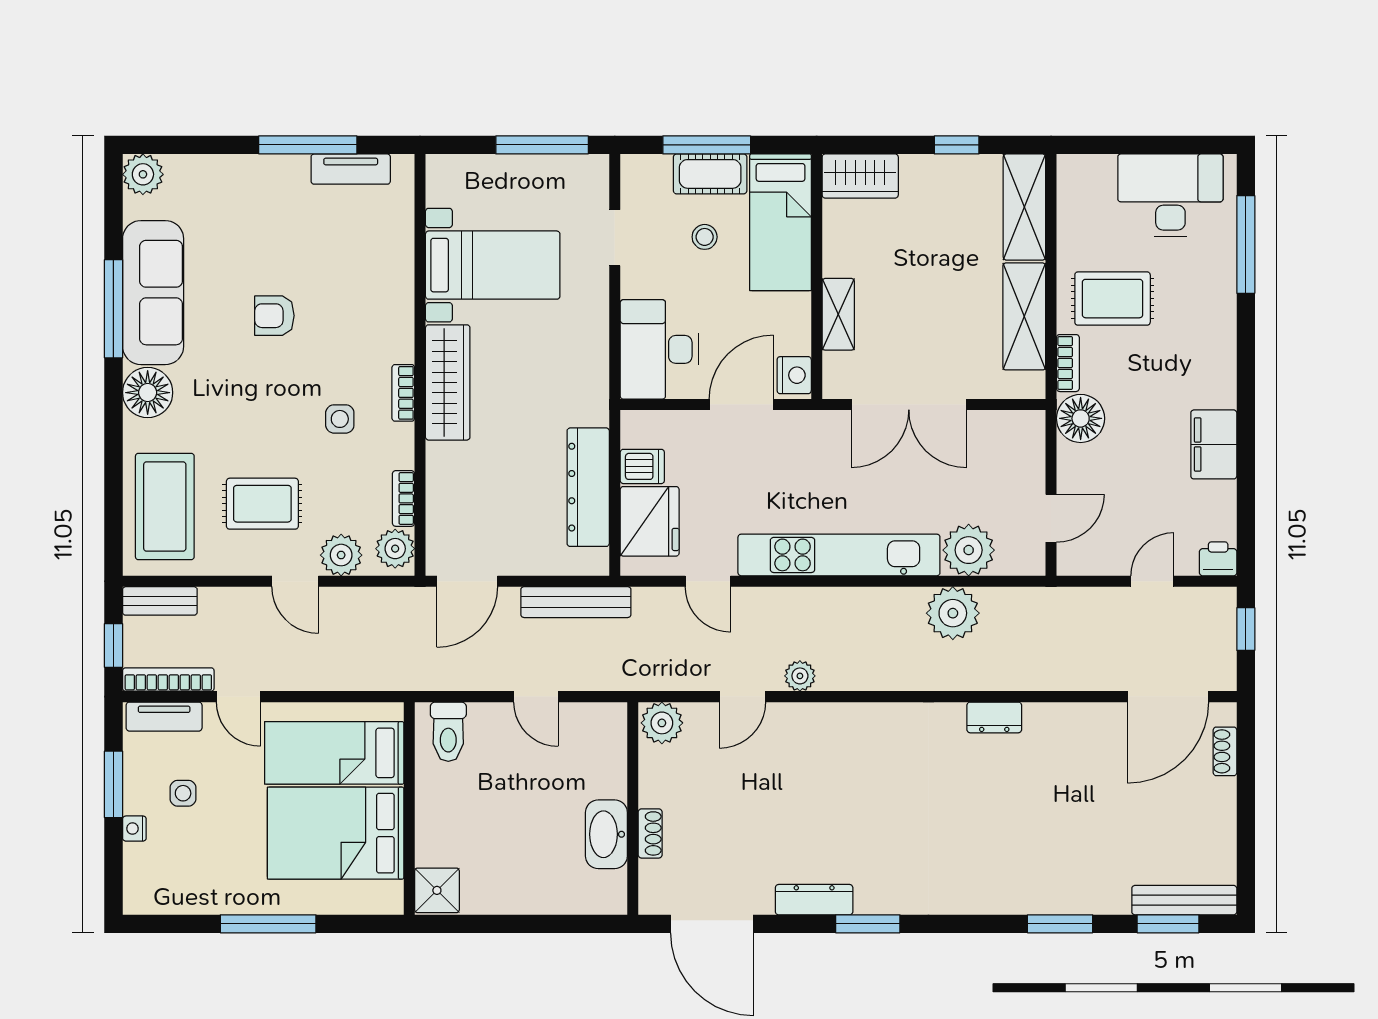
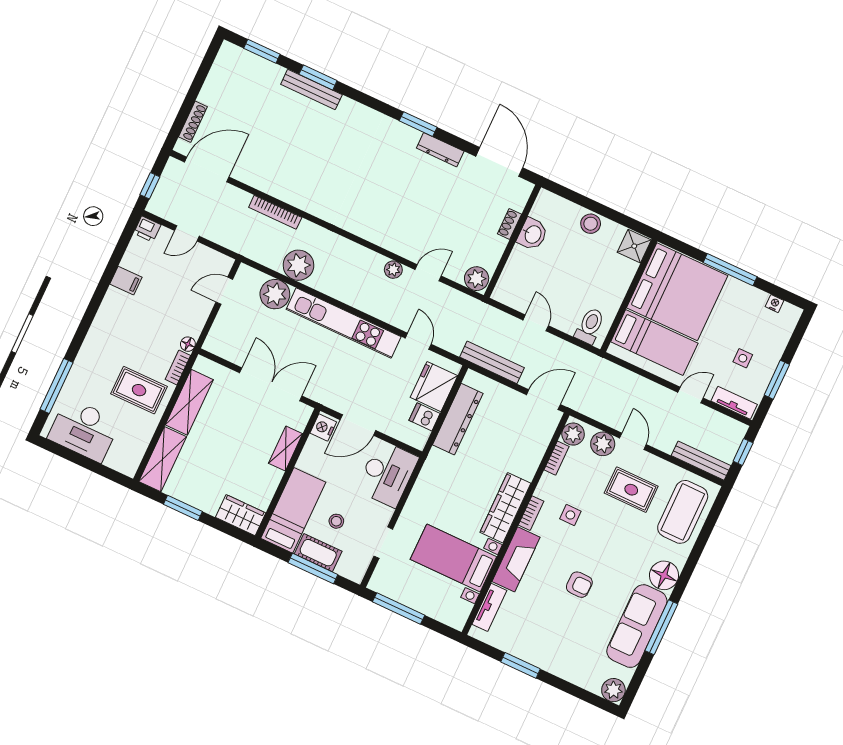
window: (308, 145) -> (521, 665), width x0.69
window: (957, 145) -> (183, 508), width x1.50
tv unit: (351, 169) -> (489, 607), moved, turned 90
fireplace: (393, 309) -> (516, 559), added
floor lamp: (1081, 418) -> (188, 344), width x0.53, depth x0.53
filing cabinet: (1214, 444) -> (126, 281), width x0.50
bench: (160, 601) -> (701, 461), width x1.36
bookcase: (168, 680) -> (275, 212), moved
door: (238, 697) -> (690, 395), hinge flipped
dresser: (994, 717) -> (302, 201), removed
shoe rack: (1225, 751) -> (193, 122), width x1.43
nightstand: (134, 829) -> (775, 304), moved, turned -90
bed: (336, 833) -> (677, 292), width x1.36
washbasin: (606, 834) -> (532, 234), width x0.72
stool: (522, 894) -> (591, 224), added
bench: (1184, 900) -> (311, 89), moved

